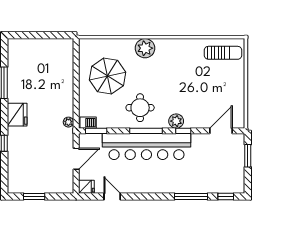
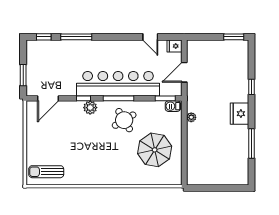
plant: (145, 48) -> (119, 176), removed
round table: (140, 108) -> (124, 120), turned -31
plant: (68, 122) -> (191, 117), moved
window: (34, 196) -> (234, 37), moved

